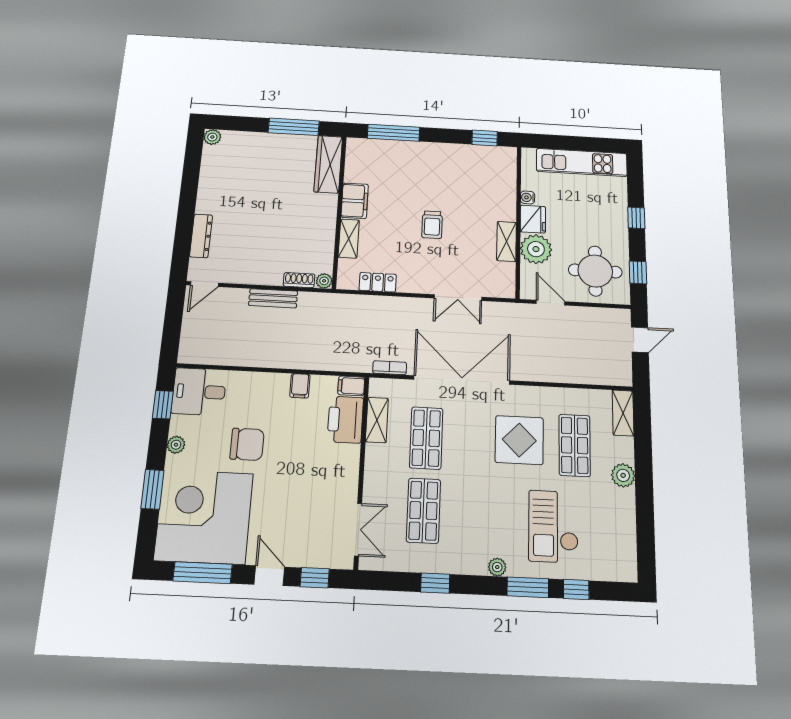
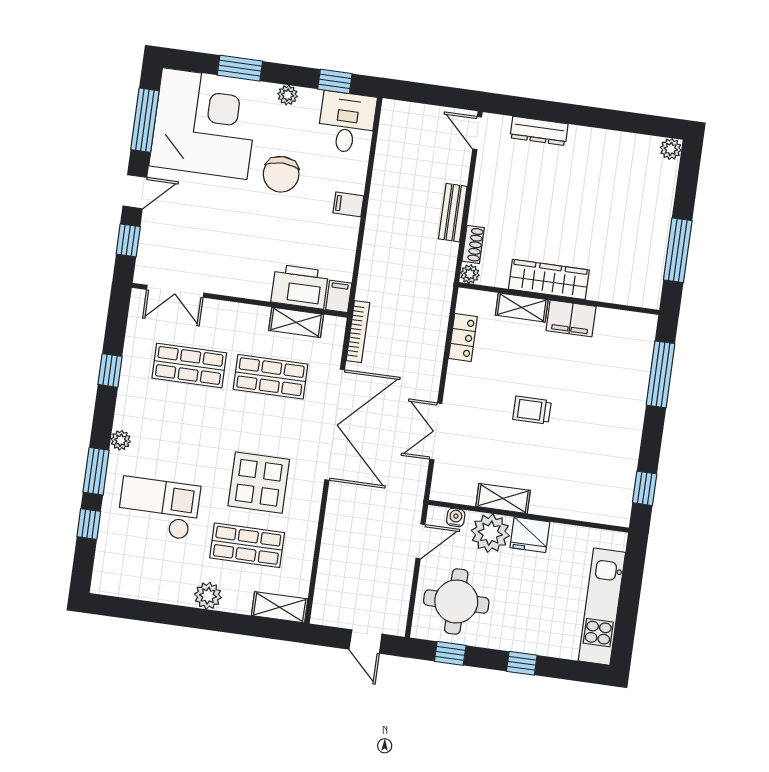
wardrobe: (328, 164) -> (549, 279), moved
water cooler: (528, 197) -> (456, 517), moved
bookcase: (390, 368) -> (358, 332), width x1.56
filing cabinet: (300, 386) -> (348, 204), moved

